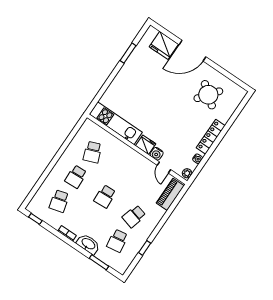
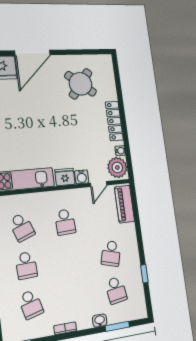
door: (164, 167) -> (99, 184), hinge flipped
plant: (187, 173) -> (117, 167), width x1.88, depth x1.88
school desk: (105, 196) -> (65, 222), moved
washbasin: (88, 244) -> (100, 321), width x0.52, depth x0.69

